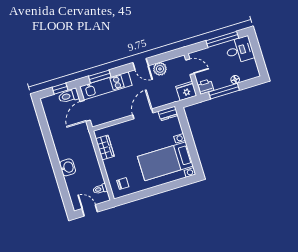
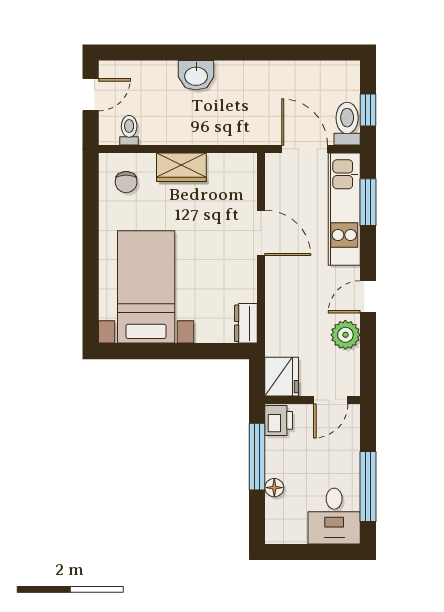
door: (143, 114) -> (261, 233), moved
wardrobe: (105, 147) -> (181, 167), moved

